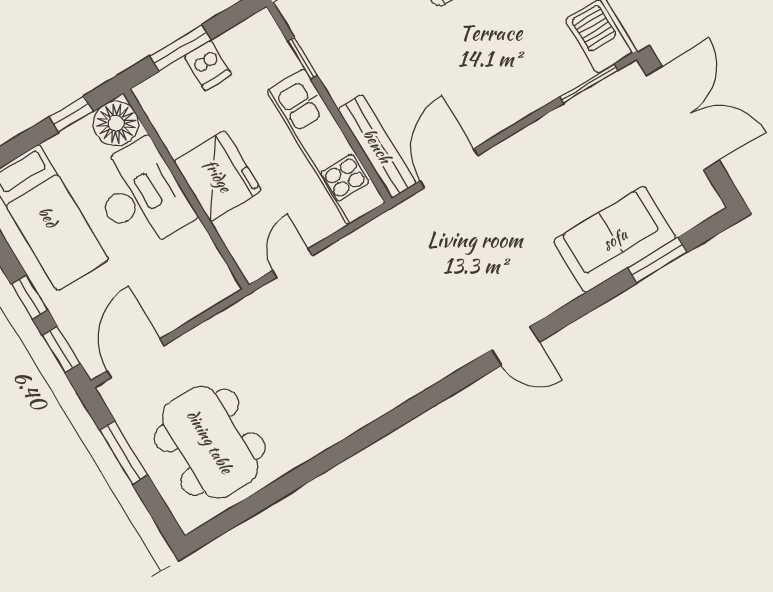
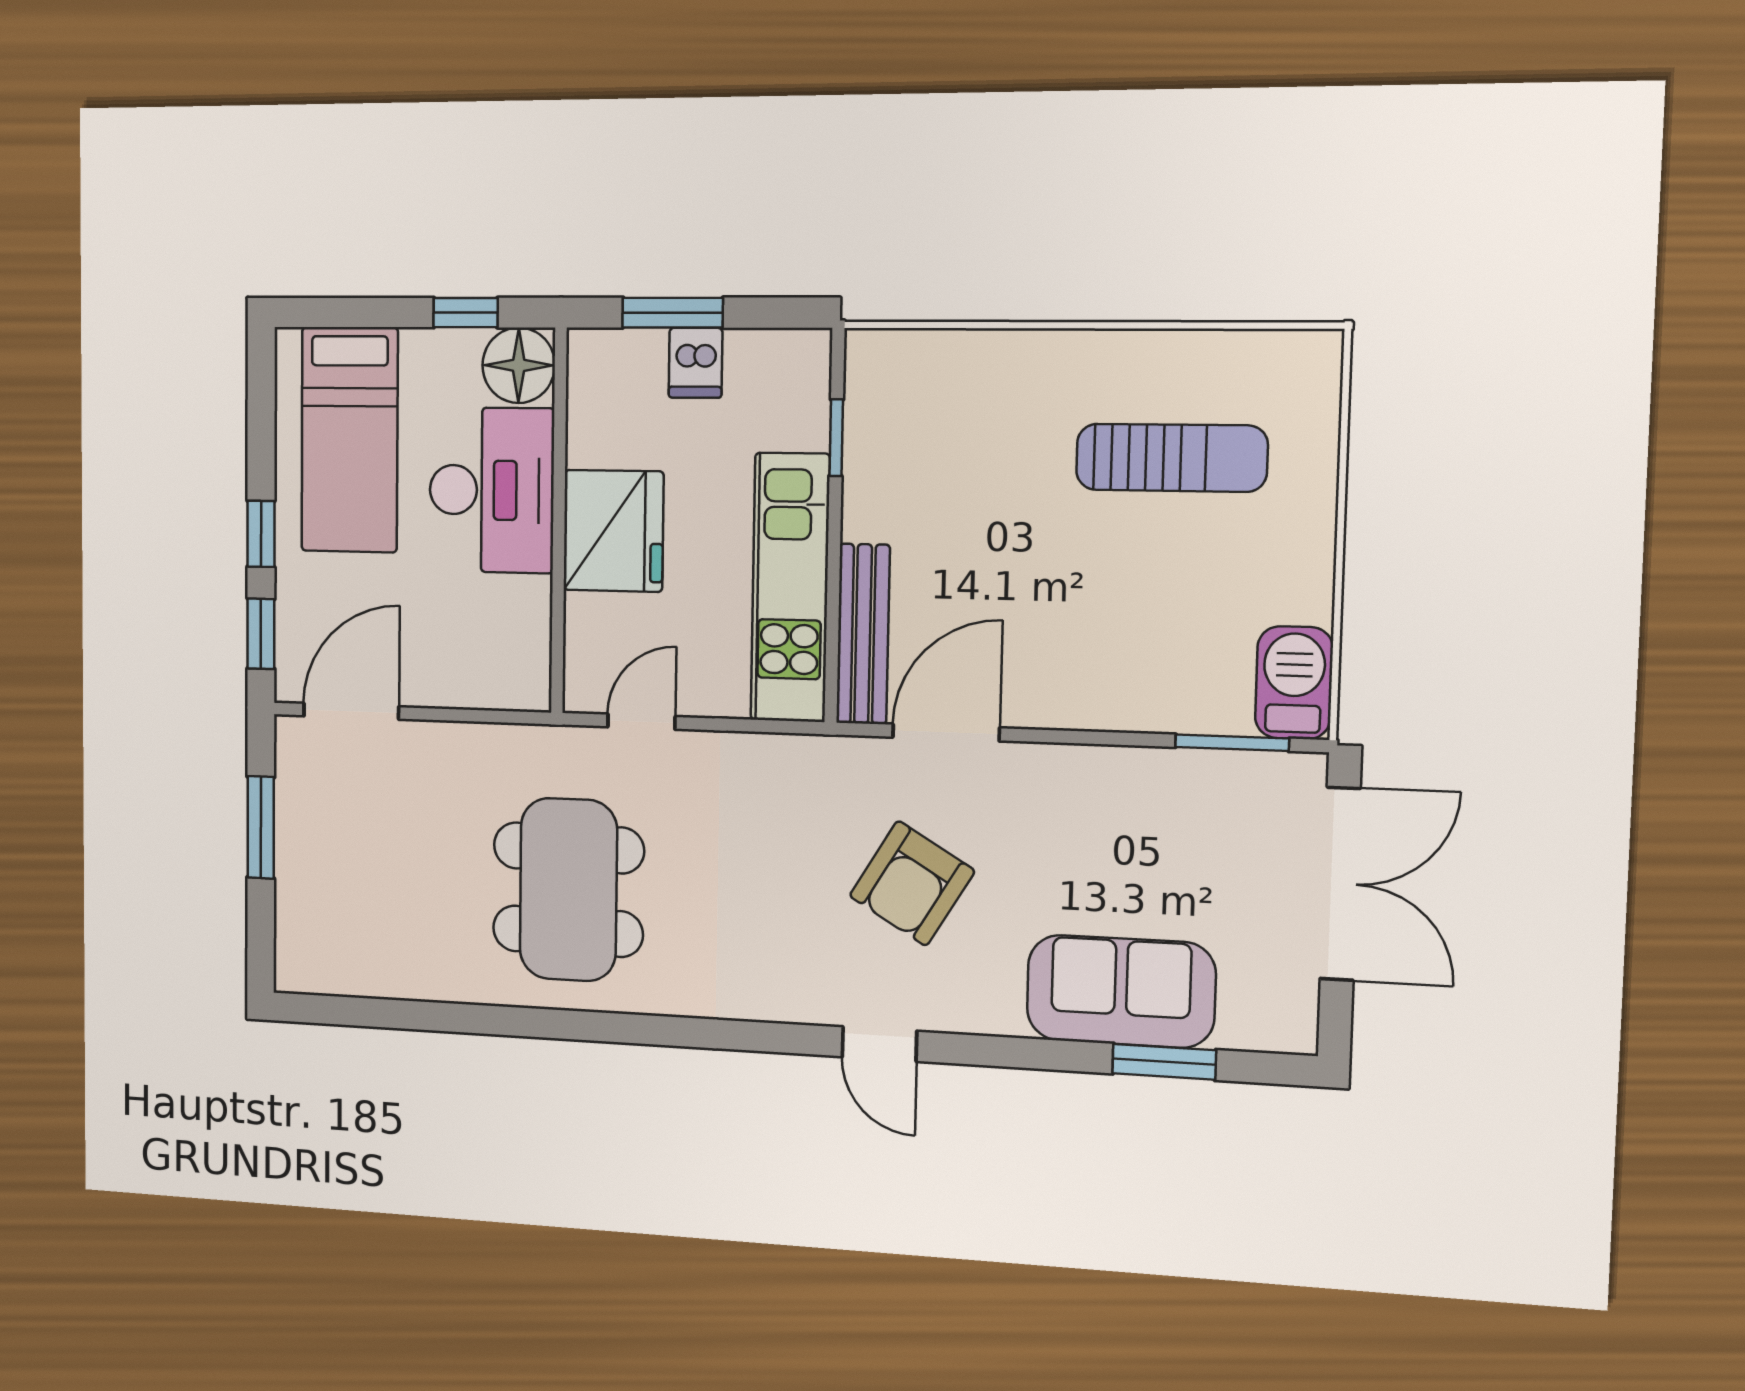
armchair: (480, 254) -> (912, 883), added
dining table: (210, 442) -> (568, 890), moved

